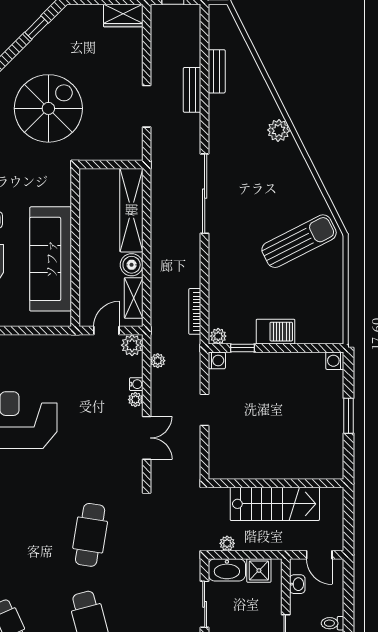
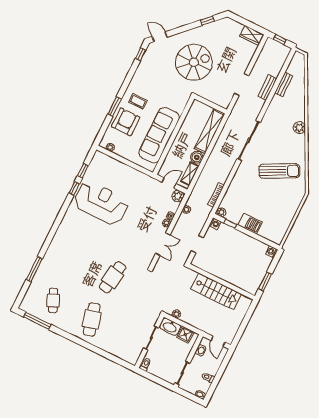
sun lounger: (299, 241) -> (279, 171), moved
wall: (276, 483) -> (222, 282), moved
stairs: (275, 504) -> (216, 291), moved

